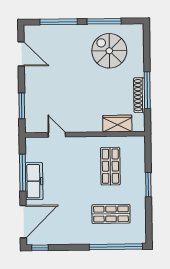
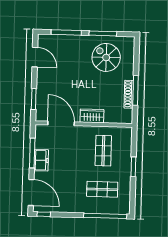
wardrobe: (117, 124) -> (92, 116), moved
door: (57, 135) -> (61, 123), width x1.87
freezer: (34, 181) -> (41, 160), width x0.71
door: (23, 222) -> (31, 193), hinge flipped

